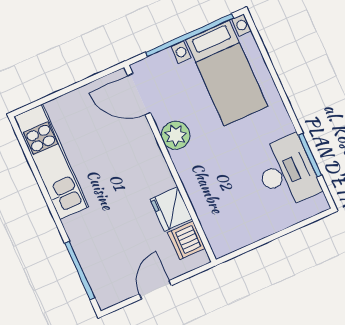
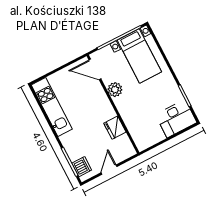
desk: (287, 172) -> (176, 119), moved, turned 90
dishwasher: (186, 240) -> (82, 167), moved, turned 180

